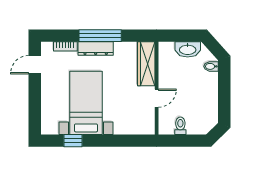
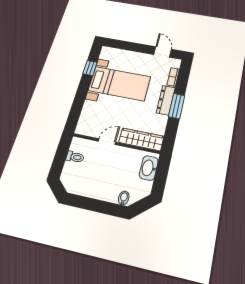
window: (100, 36) -> (177, 106), width x0.69
washbasin: (188, 49) -> (149, 168), moved
door: (157, 98) -> (107, 142), swing flipped

